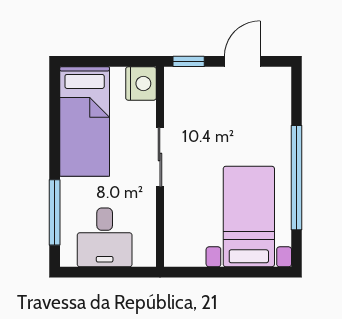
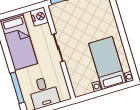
window: (297, 178) -> (124, 39), removed

